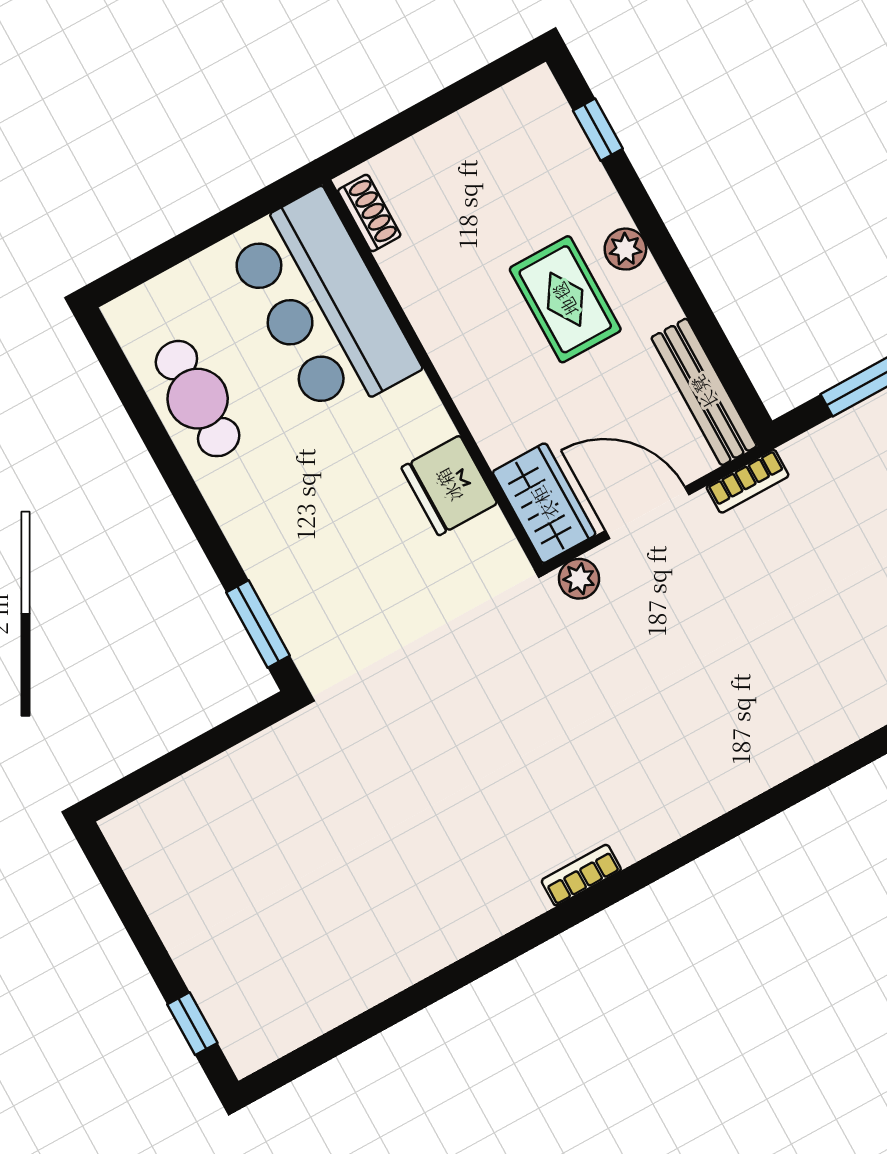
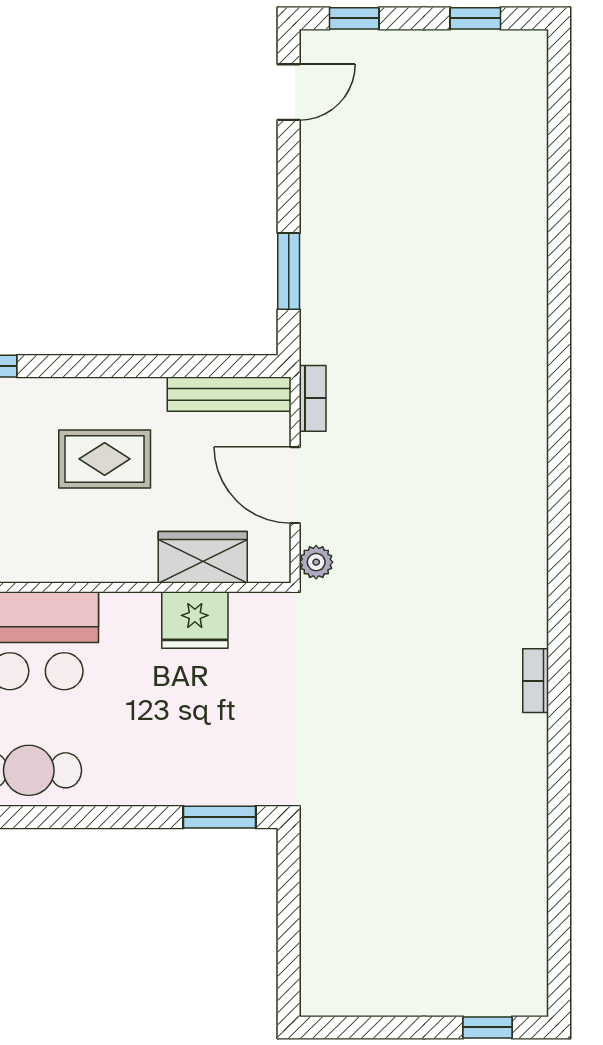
plant: (625, 249) -> (92, 394), removed
wardrobe: (544, 503) -> (203, 557), moved
door: (647, 513) -> (295, 485), hinge flipped

